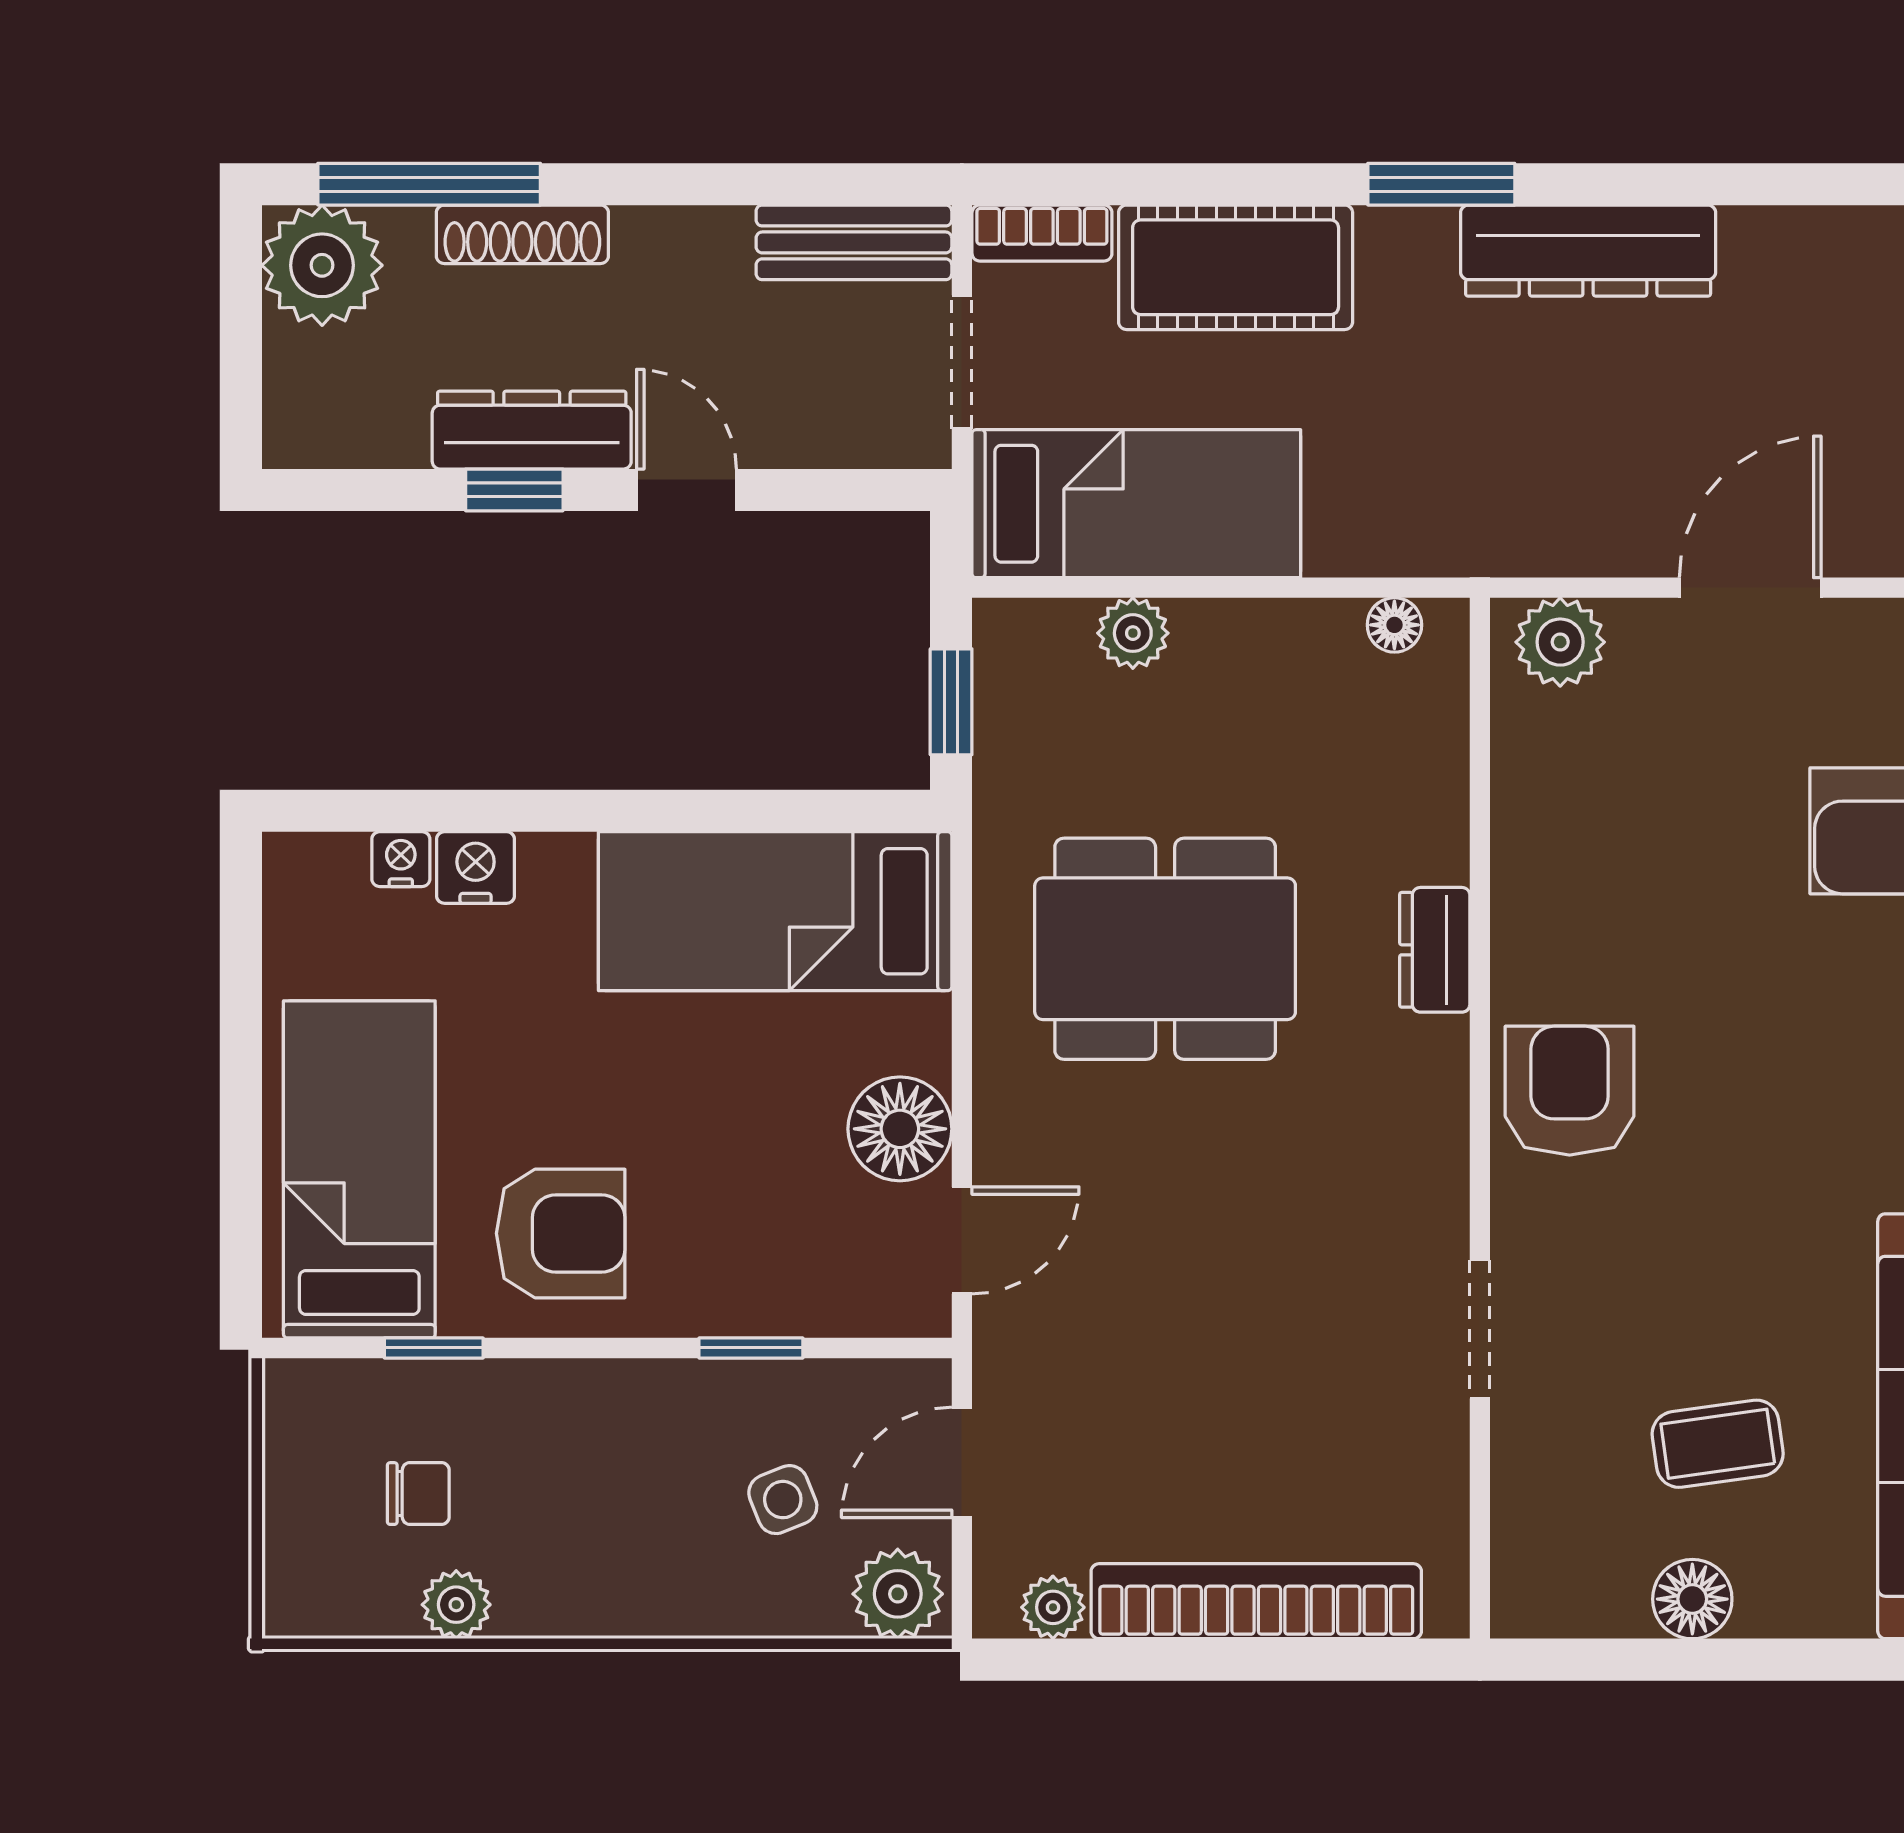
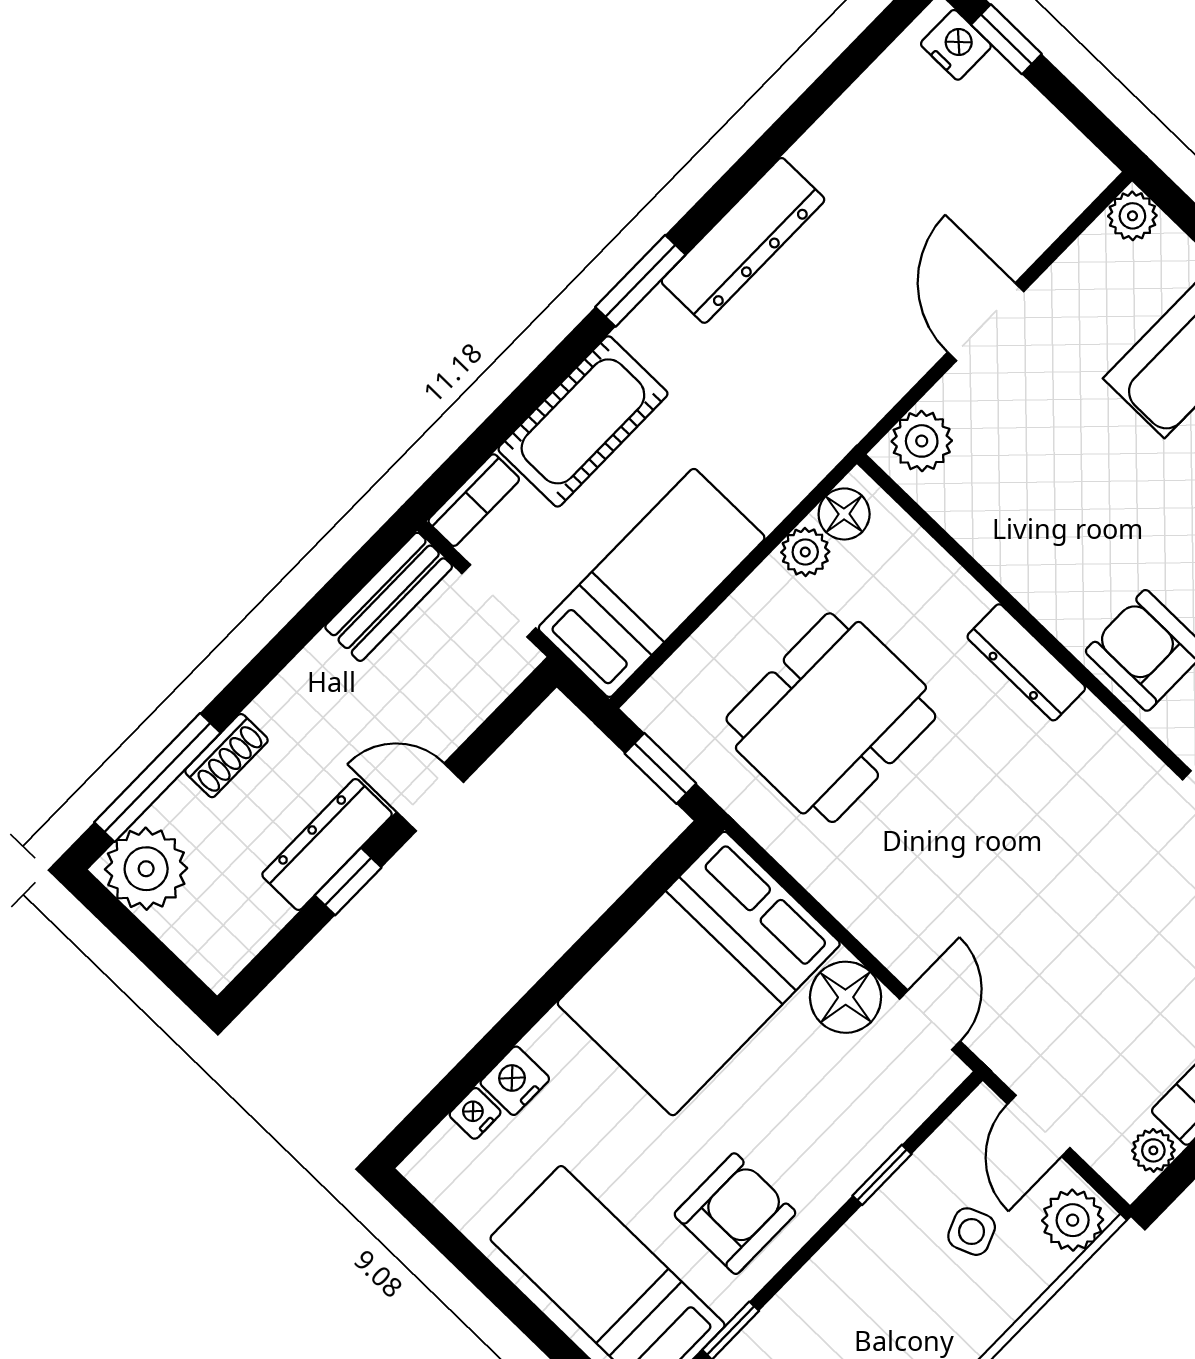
shoe rack: (522, 234) -> (226, 756), width x0.70
floor lamp: (1394, 625) -> (844, 514), width x1.37, depth x1.37
plant: (1133, 633) -> (805, 552), moved
bed: (775, 911) -> (699, 974), width x1.50
dining table: (1165, 949) -> (831, 718), moved
dresser: (1435, 950) -> (1026, 662), width x1.44

